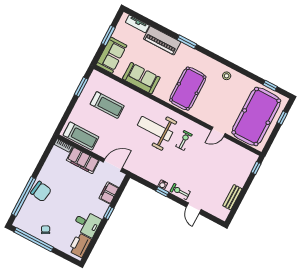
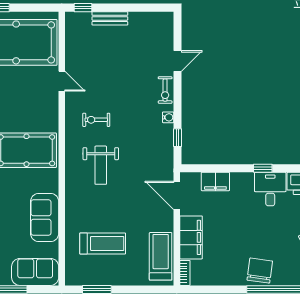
treadmill: (107, 105) -> (103, 243), turned 90
weight bench: (155, 129) -> (101, 165), width x0.73, depth x0.75
window: (162, 192) -> (177, 138), moved
bench: (232, 197) -> (110, 18), moved
window: (109, 213) -> (263, 168), moved

